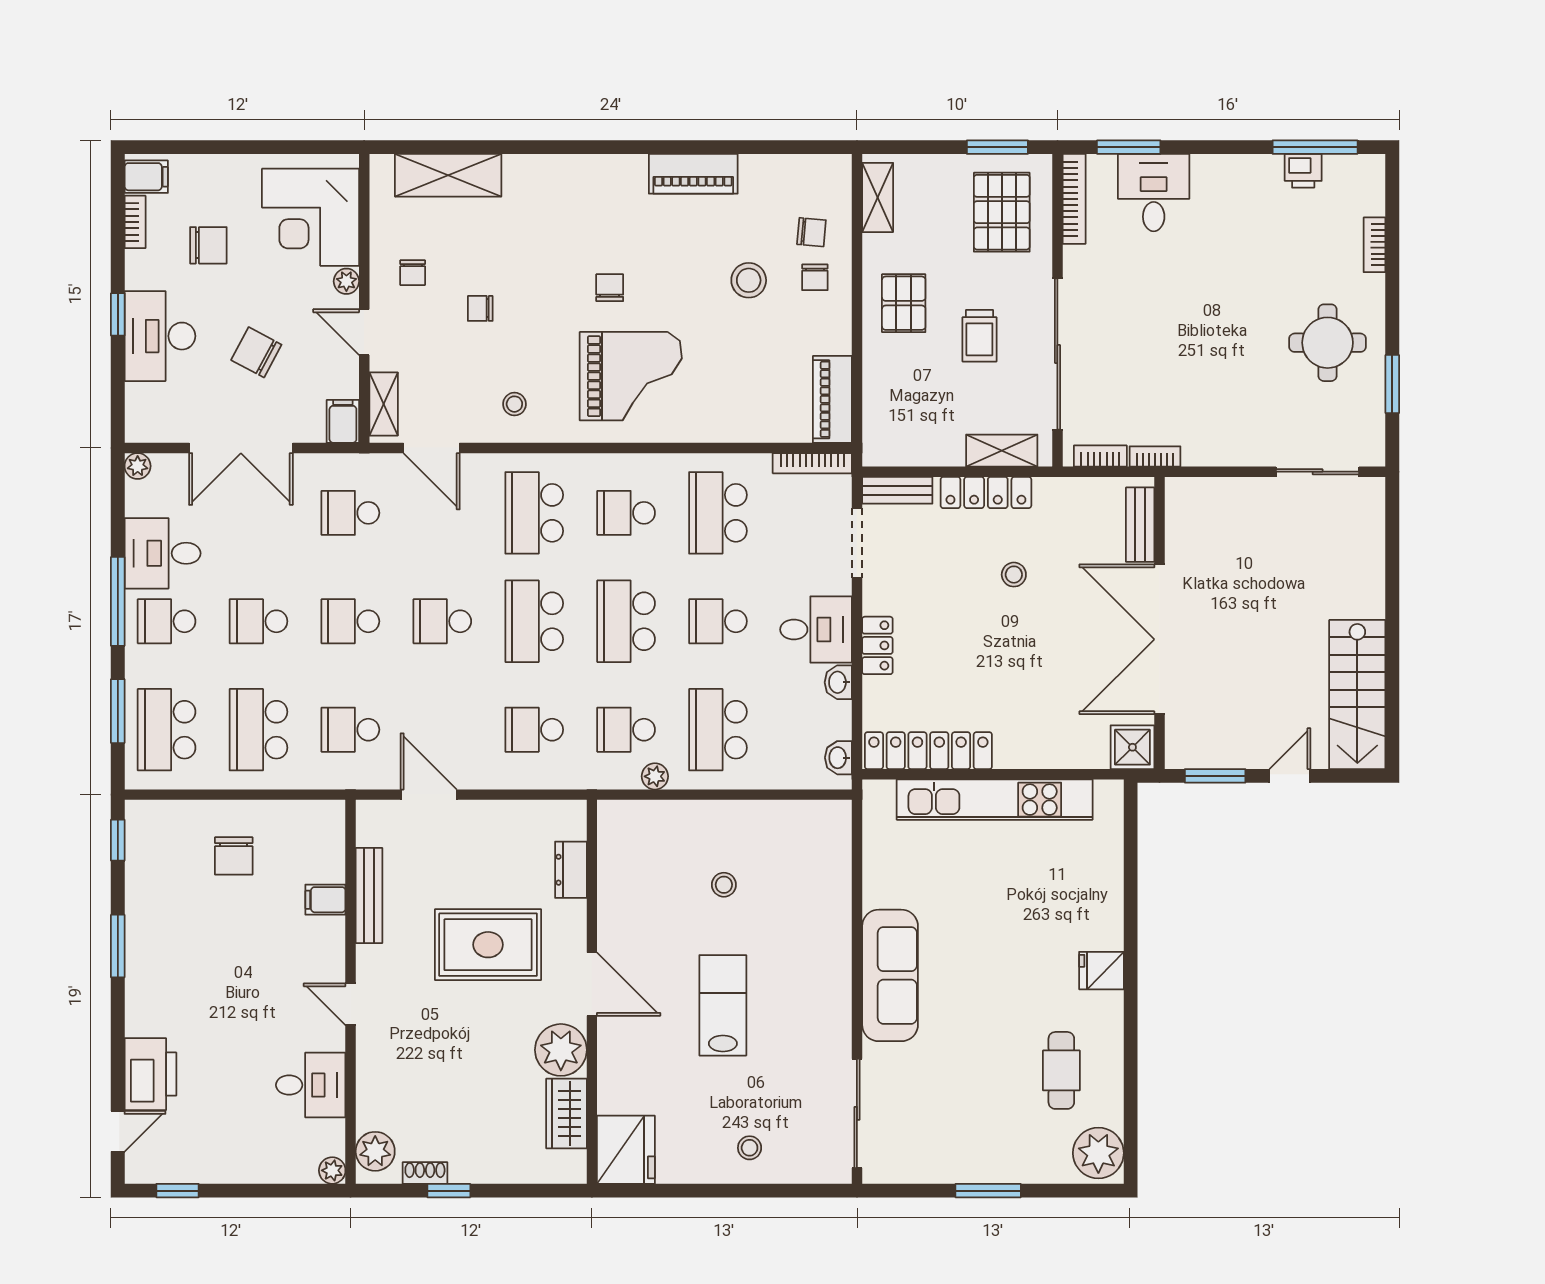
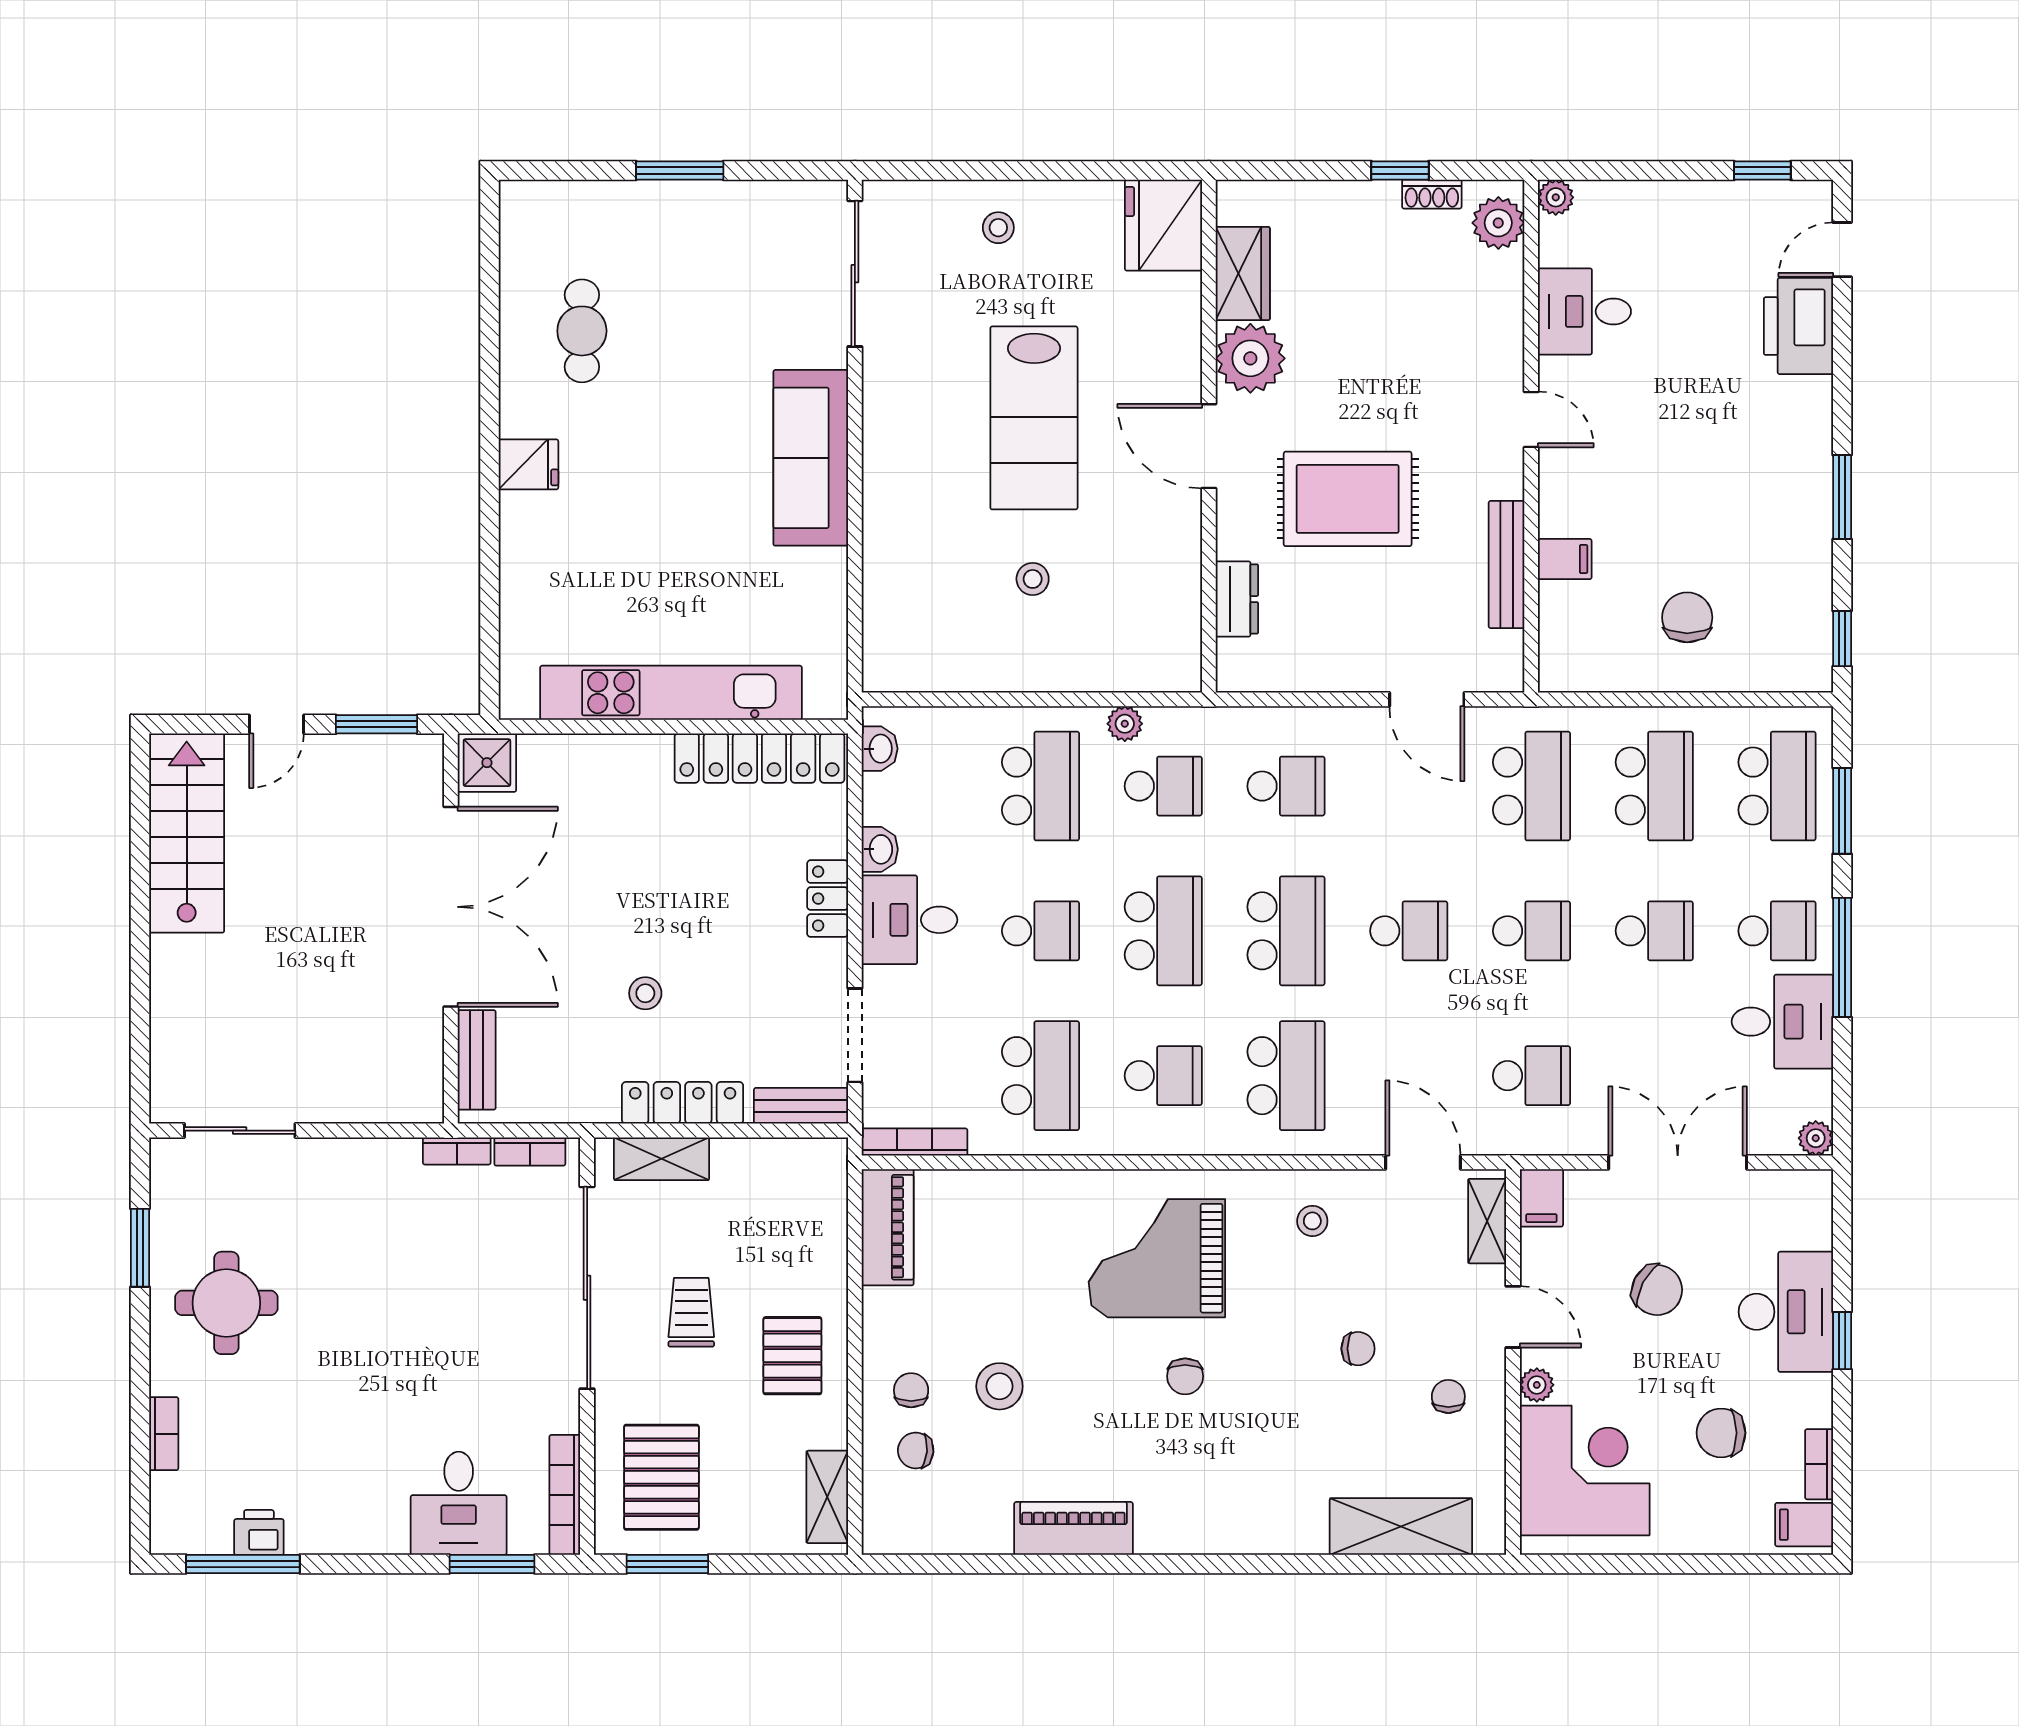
school desk: (350, 730) -> (1531, 786), width x1.85
lab bench: (723, 1005) -> (1034, 418), width x1.36, depth x1.39
plant: (1098, 1153) -> (532, 221), removed

